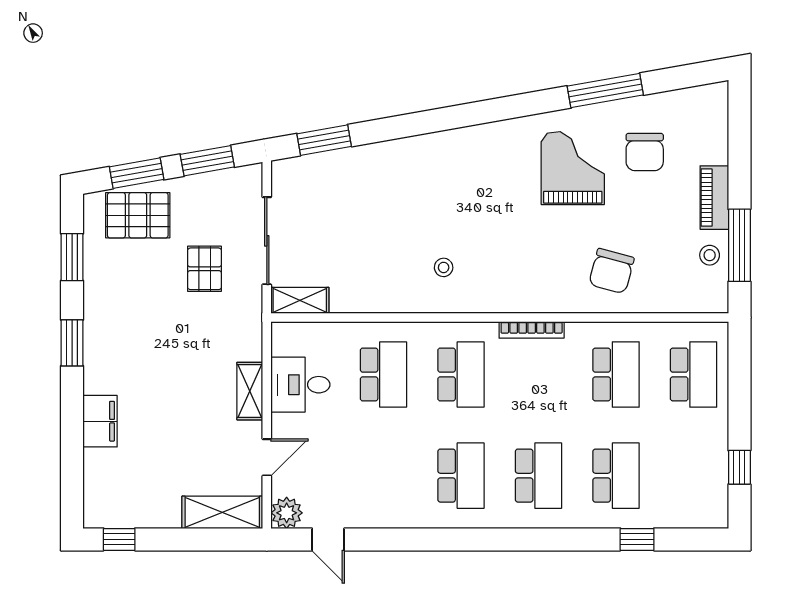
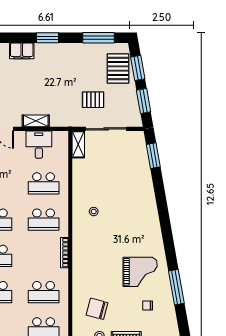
chair: (645, 152) -> (148, 306), width x0.54, depth x0.54
window: (72, 257) -> (98, 38), width x1.44
chair: (611, 271) -> (97, 309), moved
window: (72, 343) -> (48, 38), moved

